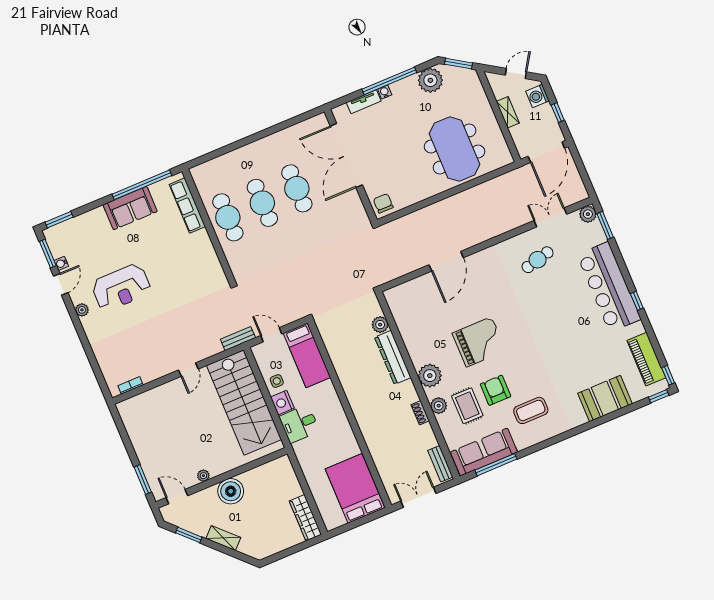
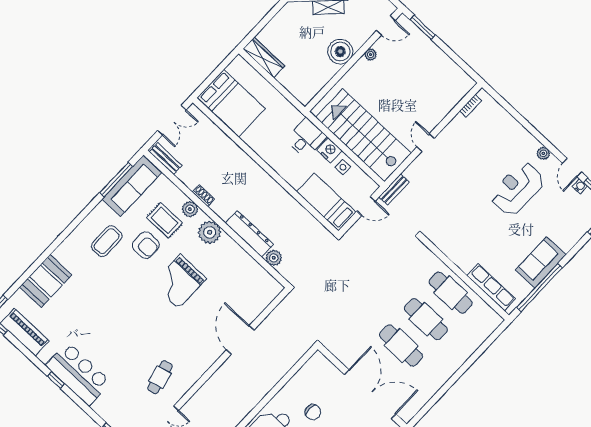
chair: (383, 203) -> (313, 412), moved
bar counter: (609, 287) -> (78, 374), width x0.73

